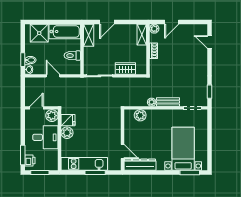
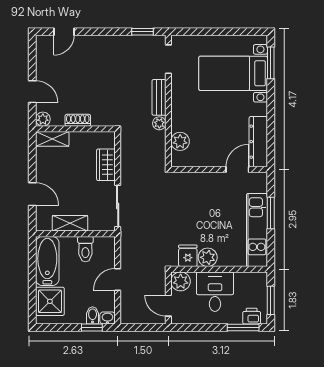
shelving: (89, 35) -> (70, 223), moved

